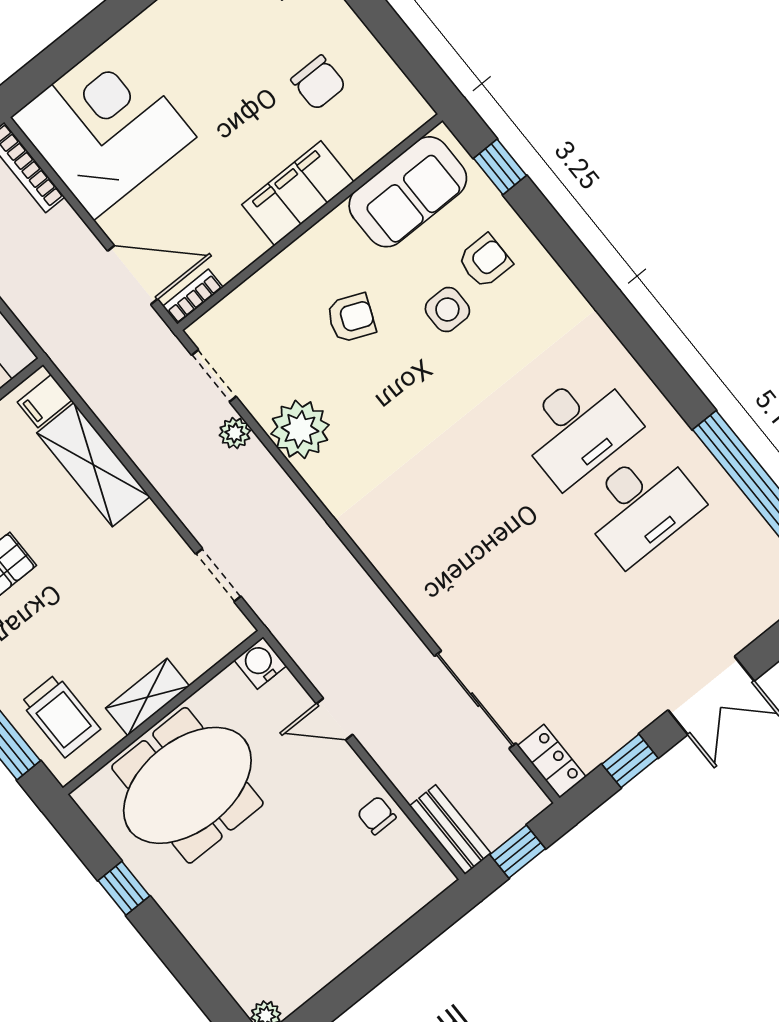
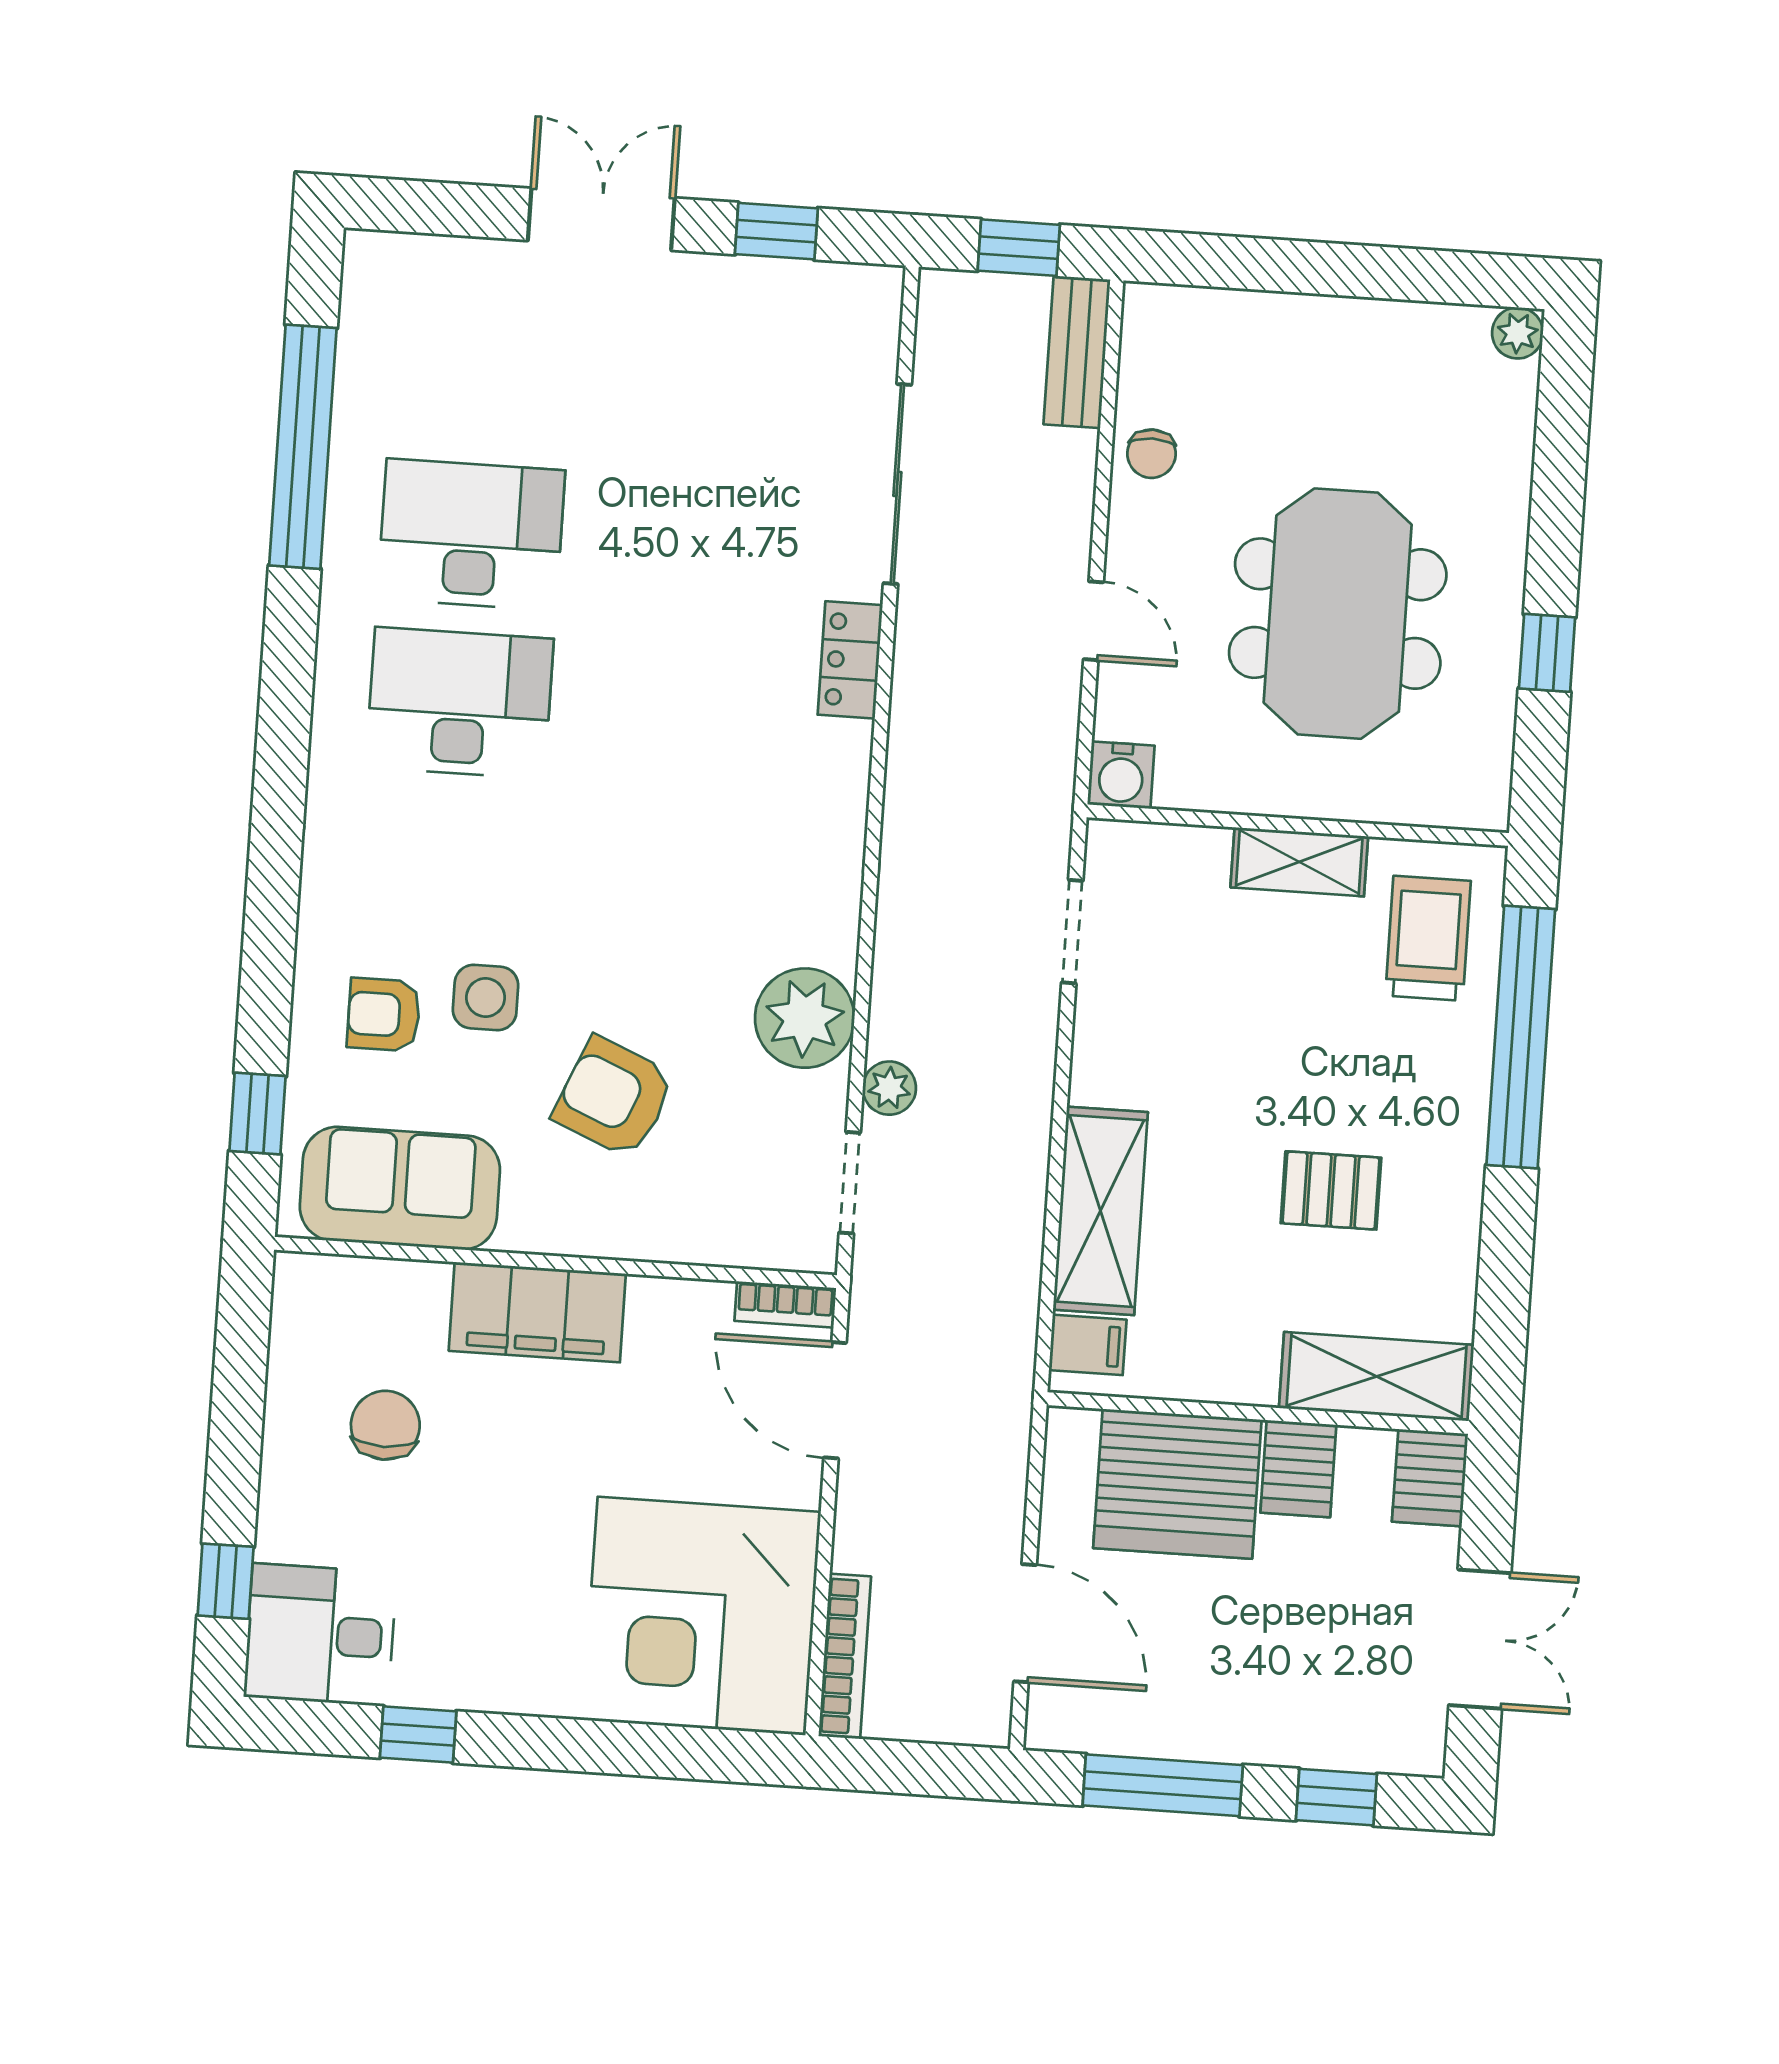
armchair: (351, 318) -> (614, 1097), width x1.38, depth x1.38
locker: (552, 761) -> (850, 660), moved
meeting table: (187, 785) -> (1338, 614), moved, turned 90

